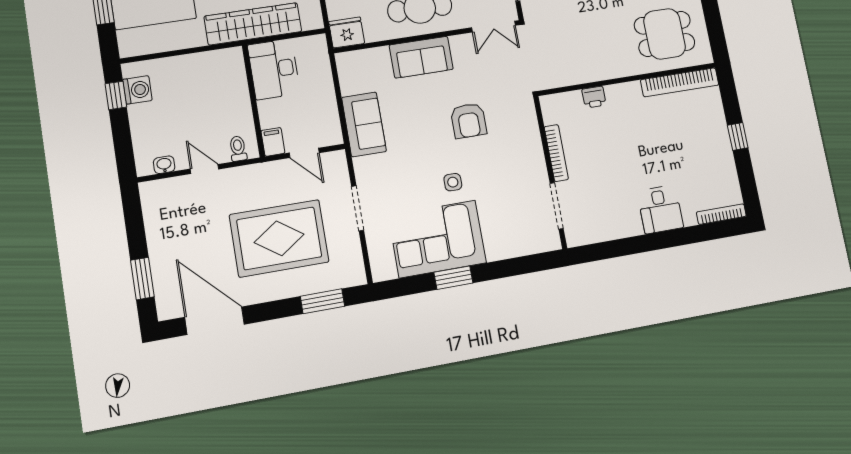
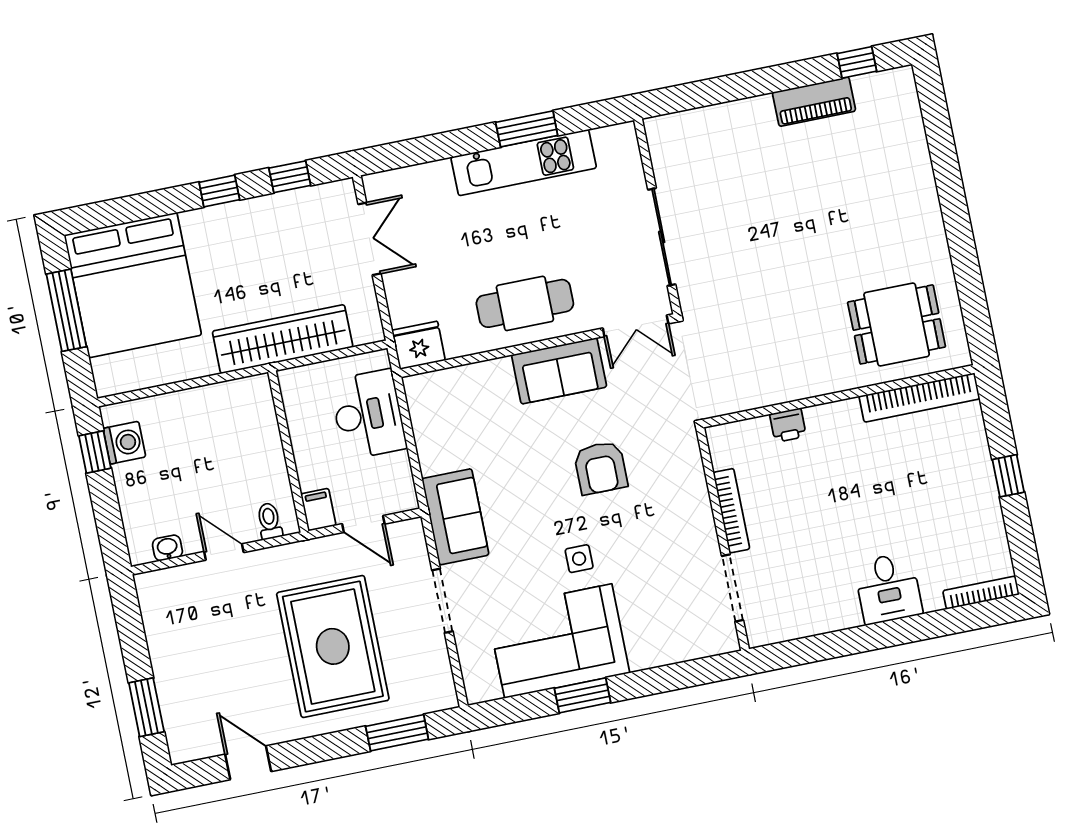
sofa: (421, 57) -> (559, 371), moved
desk: (274, 69) -> (368, 414), moved, turned 180
sofa: (364, 124) -> (455, 517), moved
rug: (279, 238) -> (333, 646), turned 90
door: (215, 321) -> (248, 763), width x0.53

